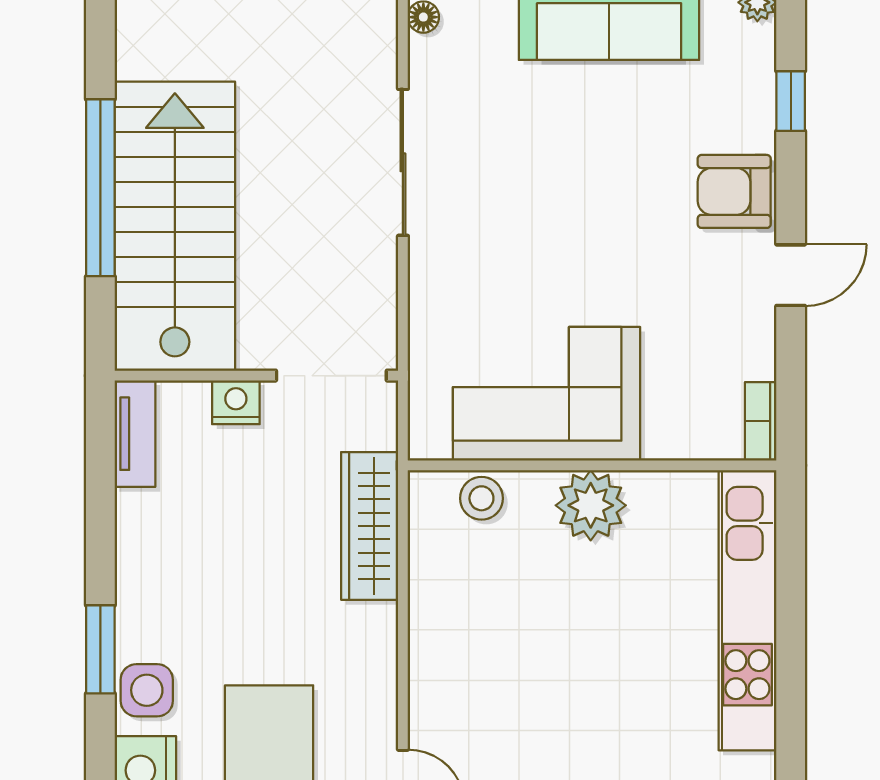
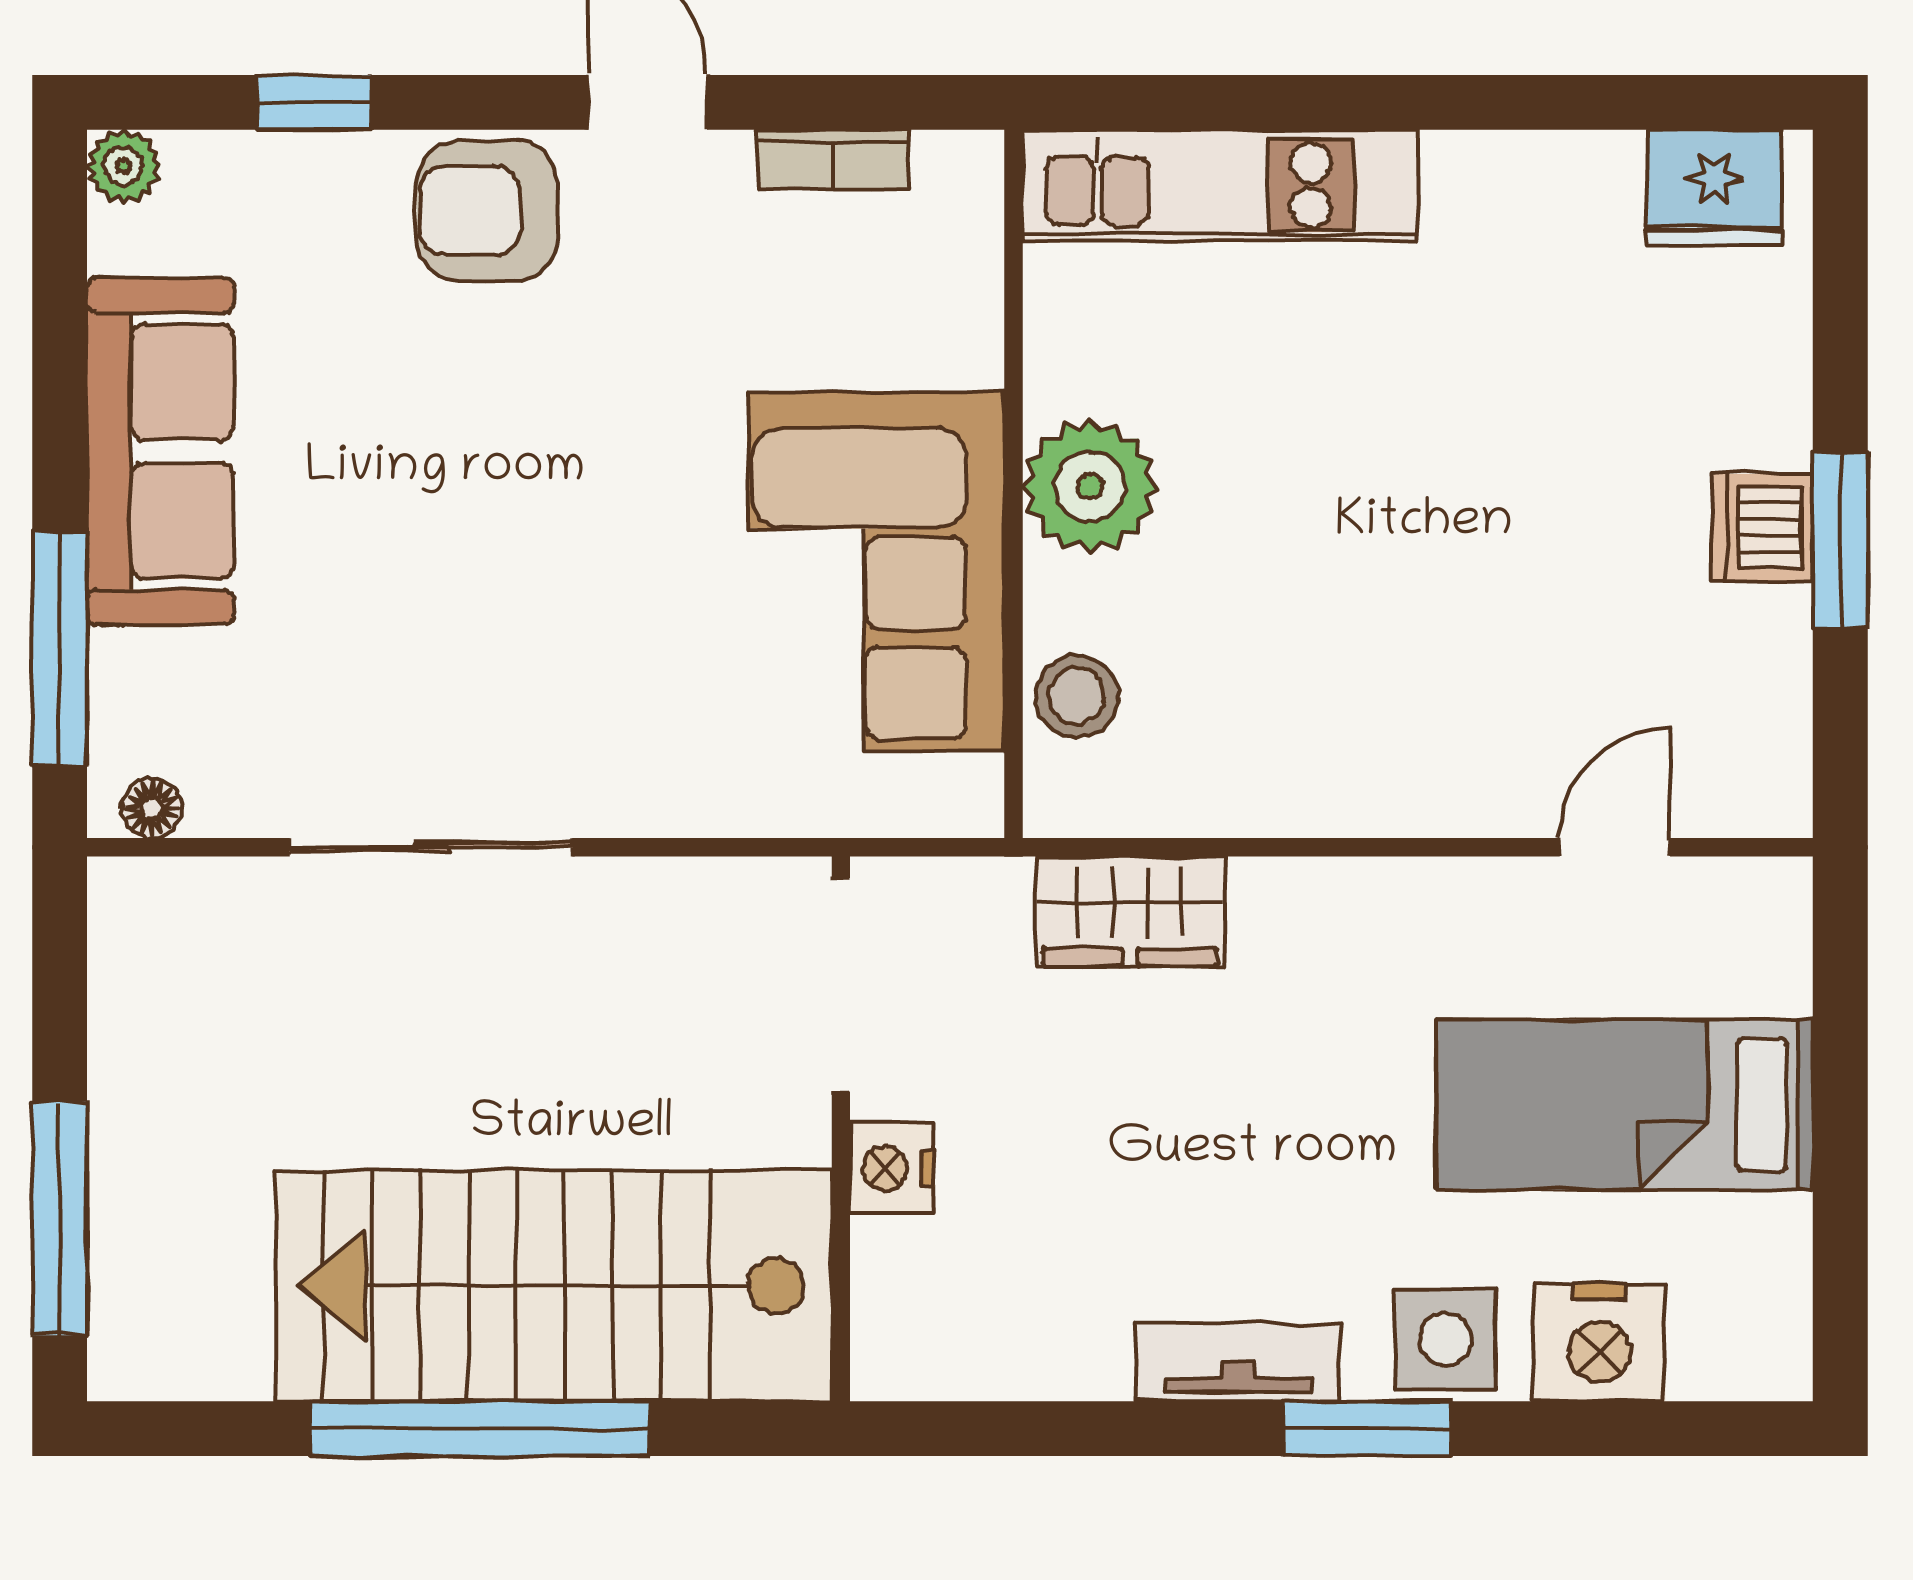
armchair: (734, 191) -> (487, 211), turned 90
bookcase: (761, 421) -> (833, 160), moved
tv unit: (135, 434) -> (1238, 1362), moved
wardrobe: (370, 526) -> (1130, 911), width x0.67
kitchen unit: (747, 610) -> (1220, 185), width x0.73

